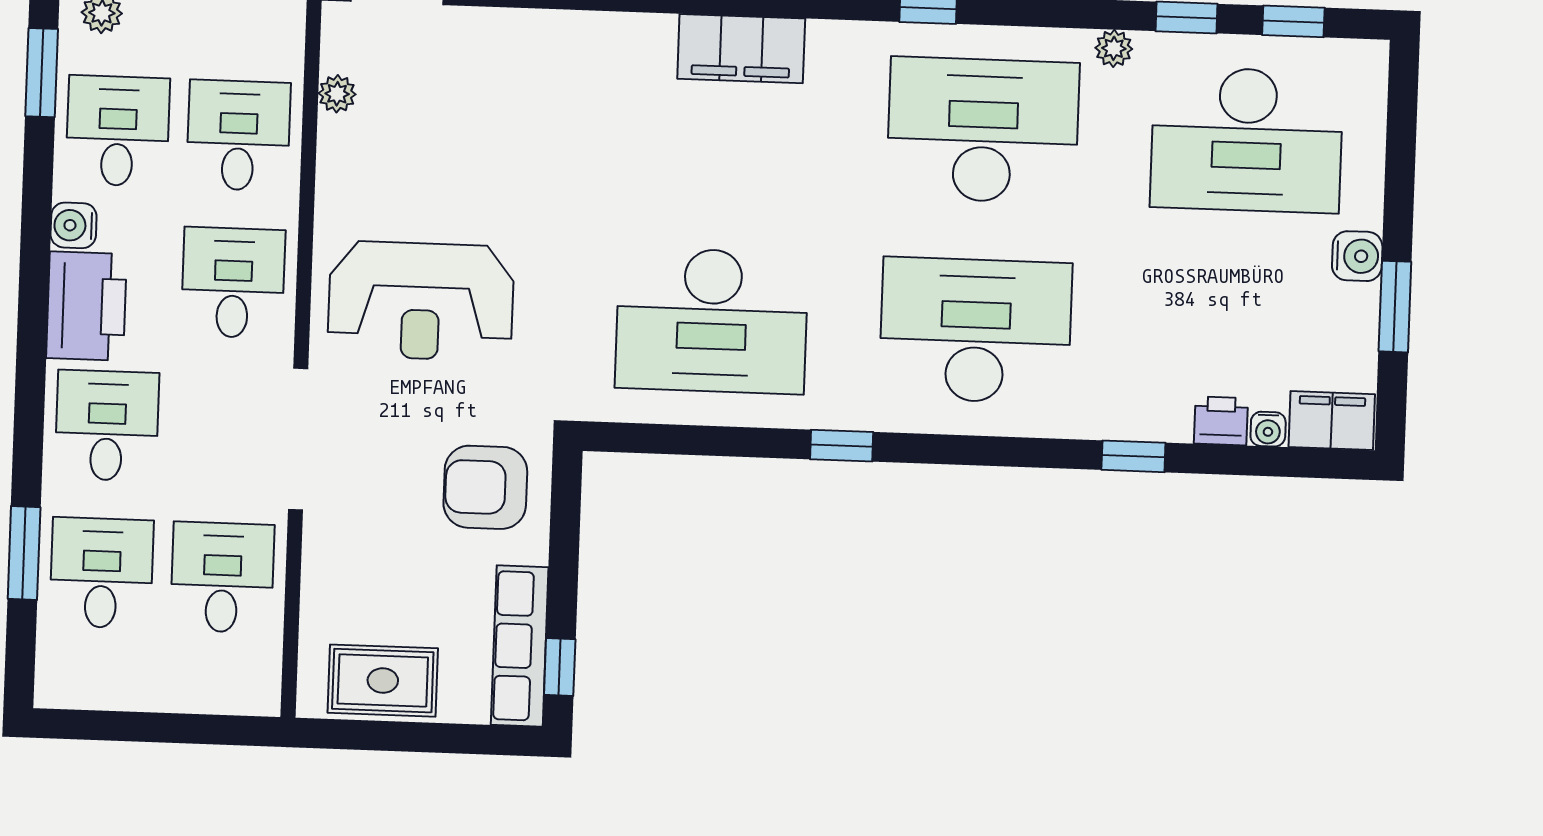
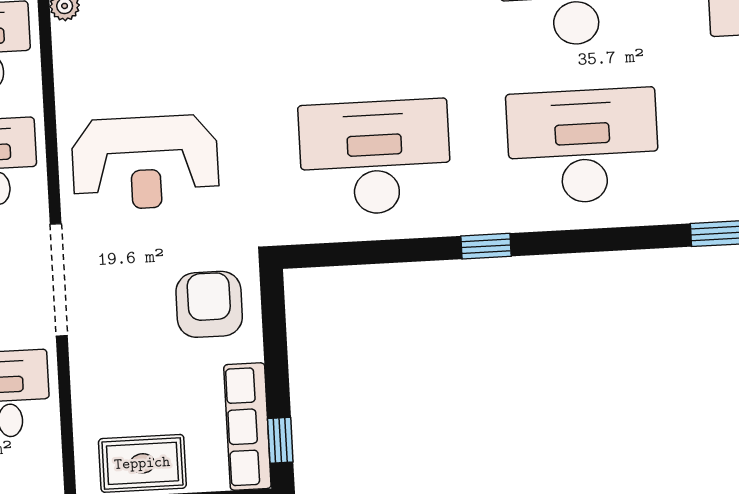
desk: (712, 321) -> (375, 157), turned 180
armchair: (485, 487) -> (209, 304), turned 90

